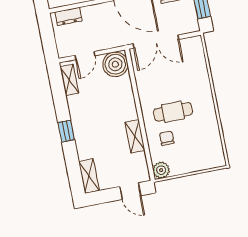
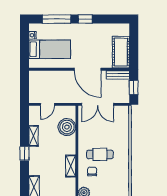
dresser: (68, 16) -> (41, 75), removed
boiler: (115, 64) -> (67, 127), moved
shelving: (69, 80) -> (34, 136), moved

